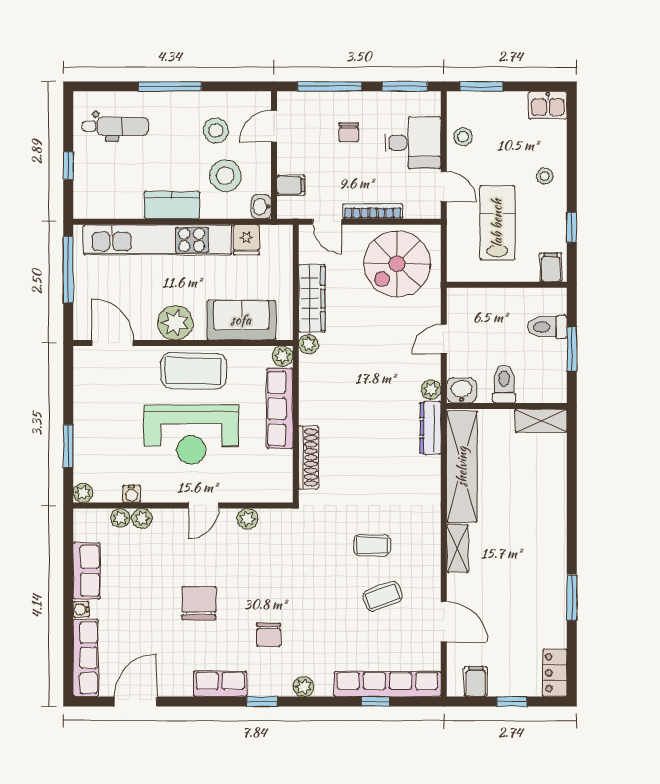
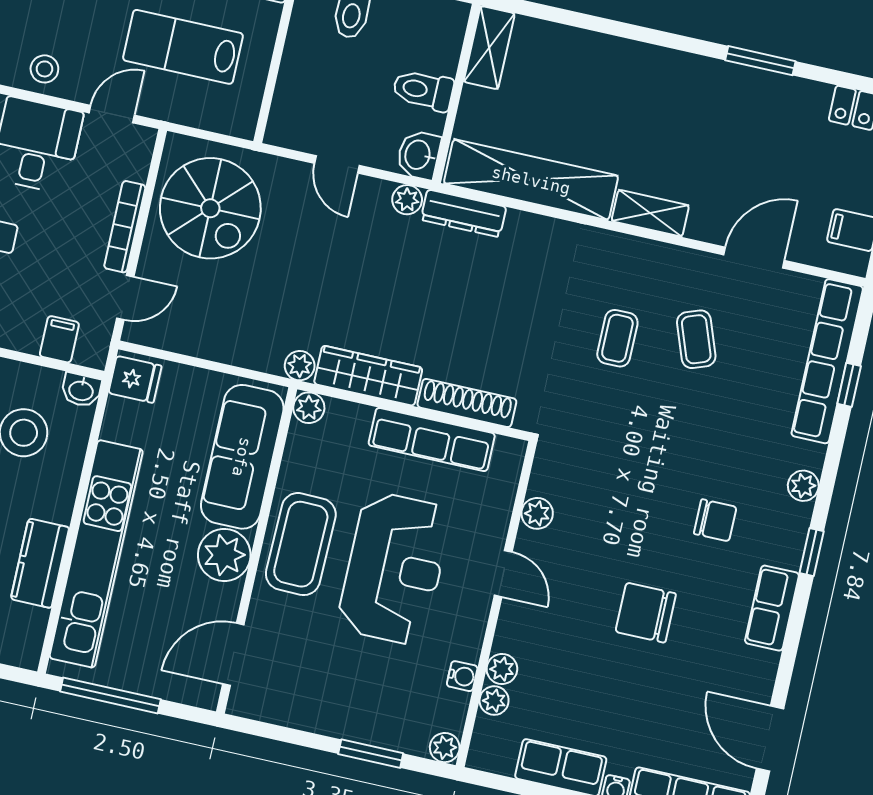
kitchen counter: (172, 205) -> (40, 563), moved
fridge: (246, 240) -> (135, 379), moved
wardrobe: (312, 298) -> (368, 376), moved
sofa: (241, 320) -> (242, 457), width x1.36
row of seats: (280, 409) -> (432, 439), moved

